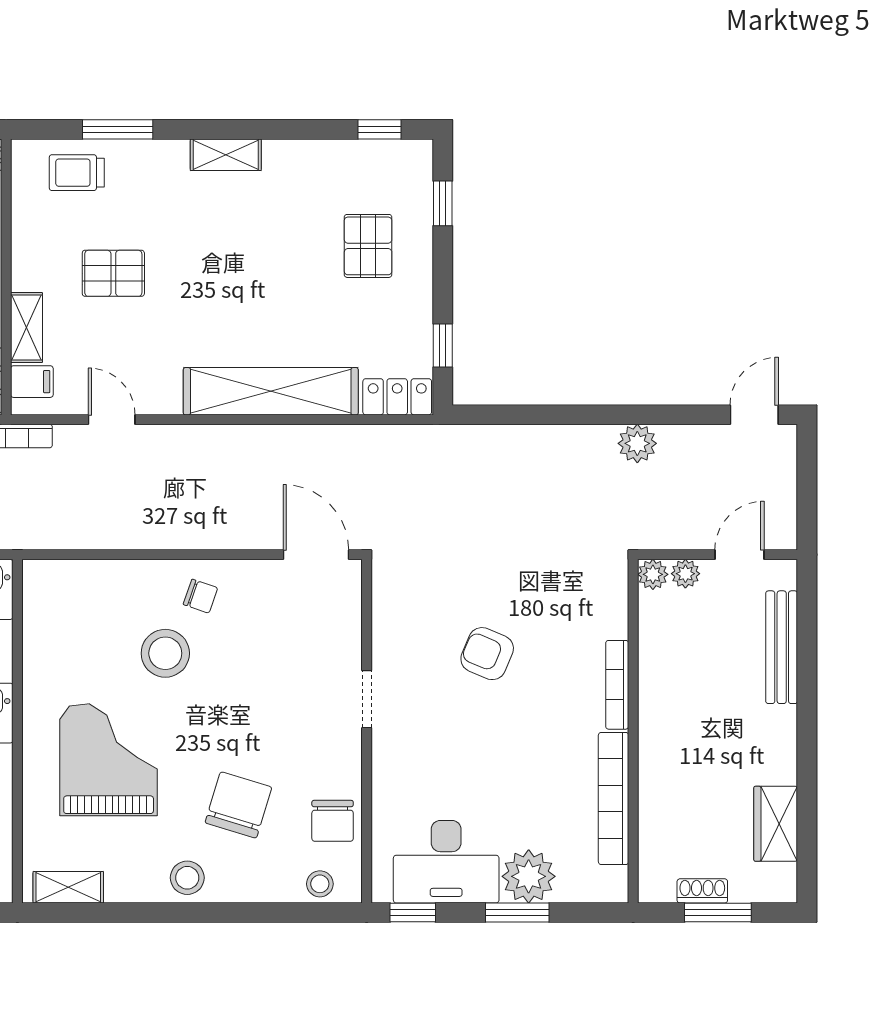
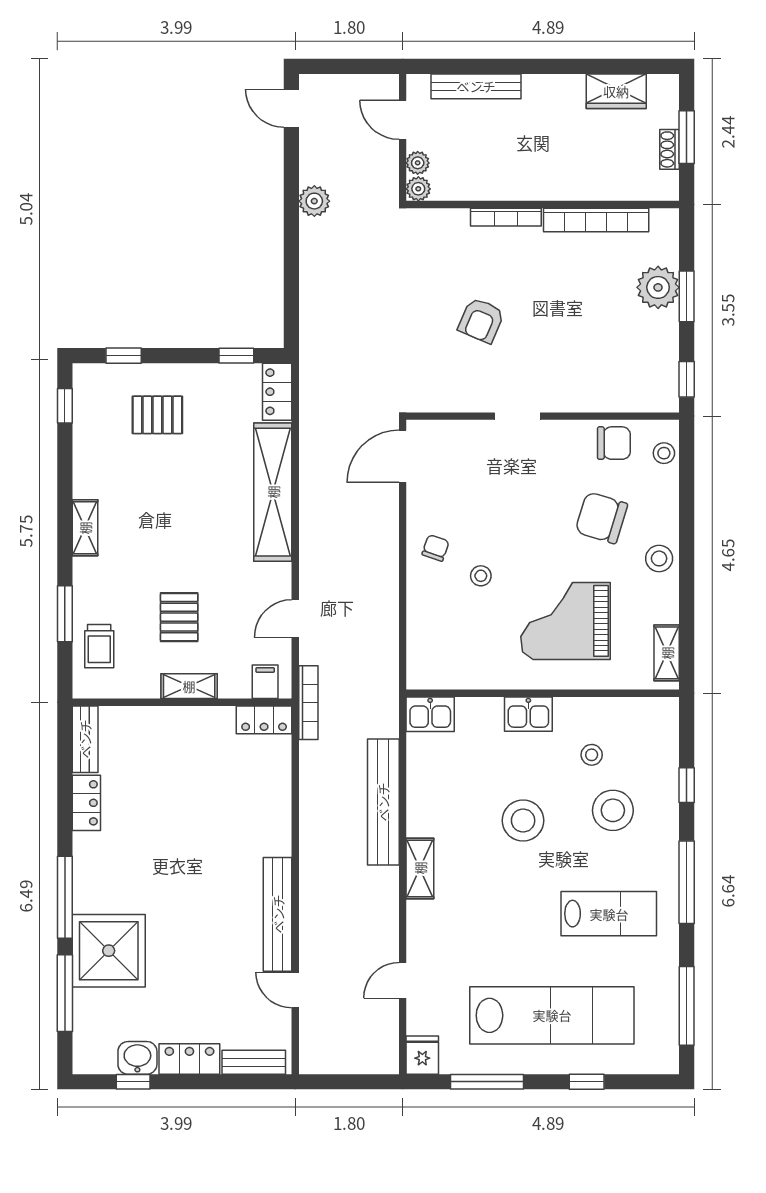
shelving: (26, 328) -> (189, 686), moved
stool: (165, 653) -> (481, 576), width x0.53, depth x0.53
desk: (446, 862) -> (646, 353), removed

